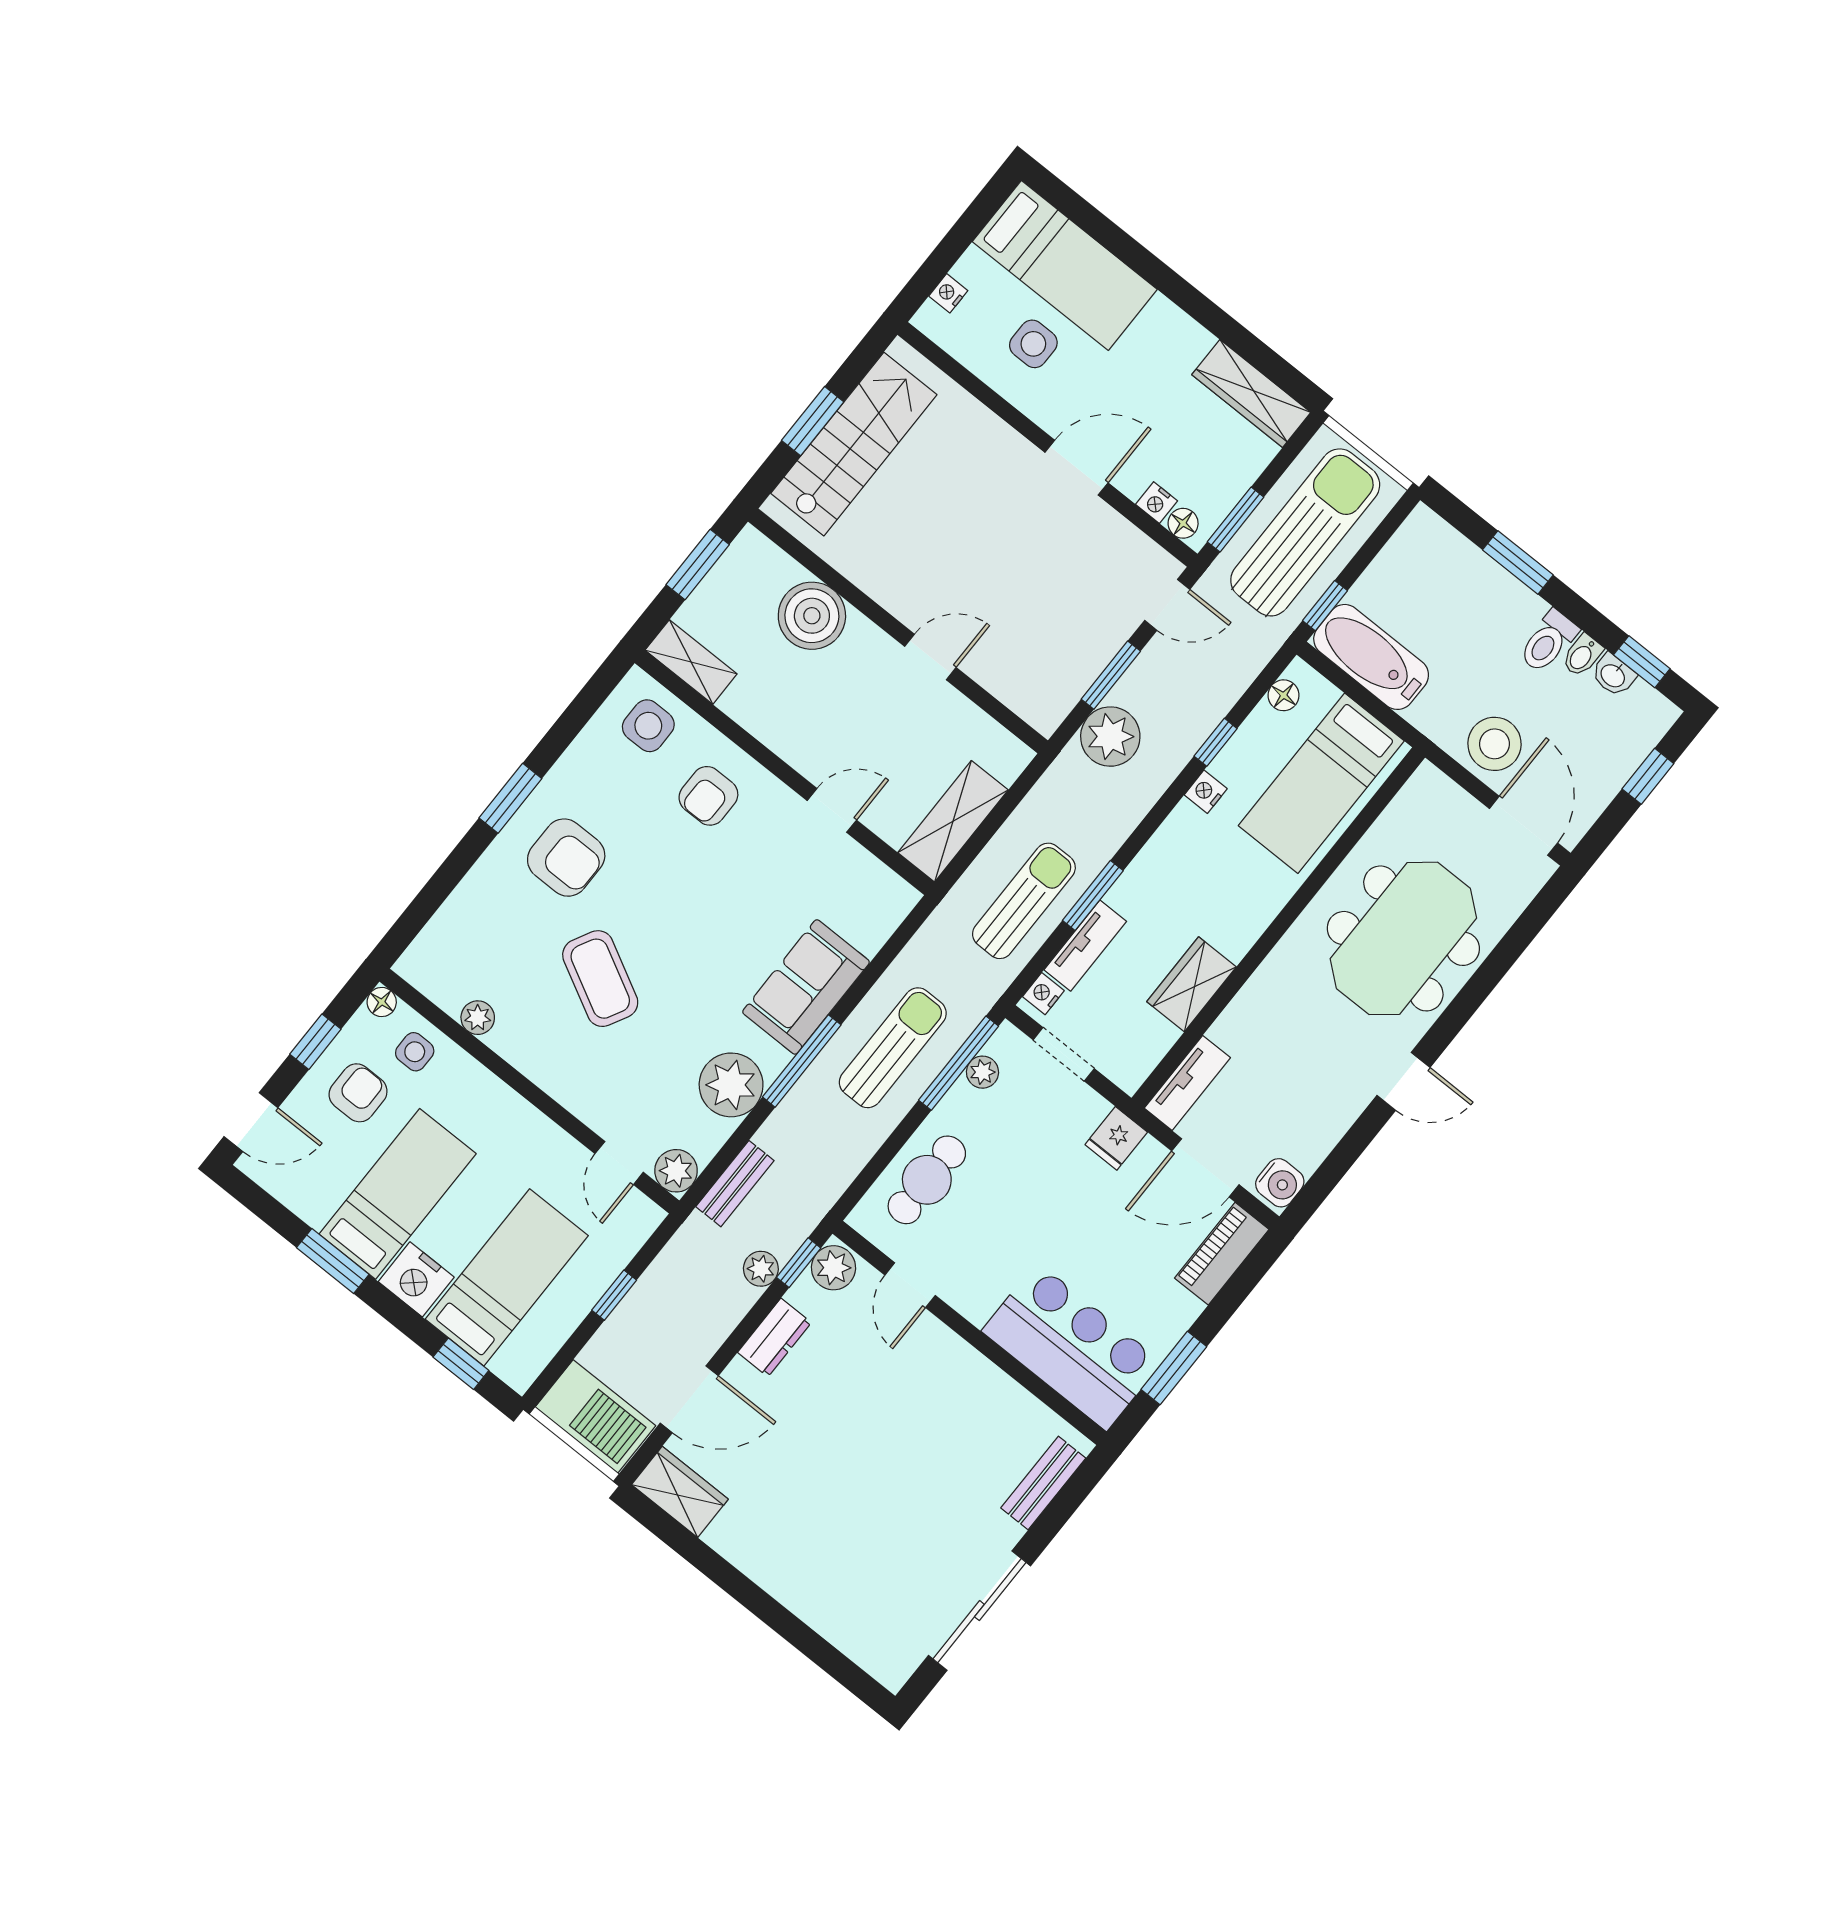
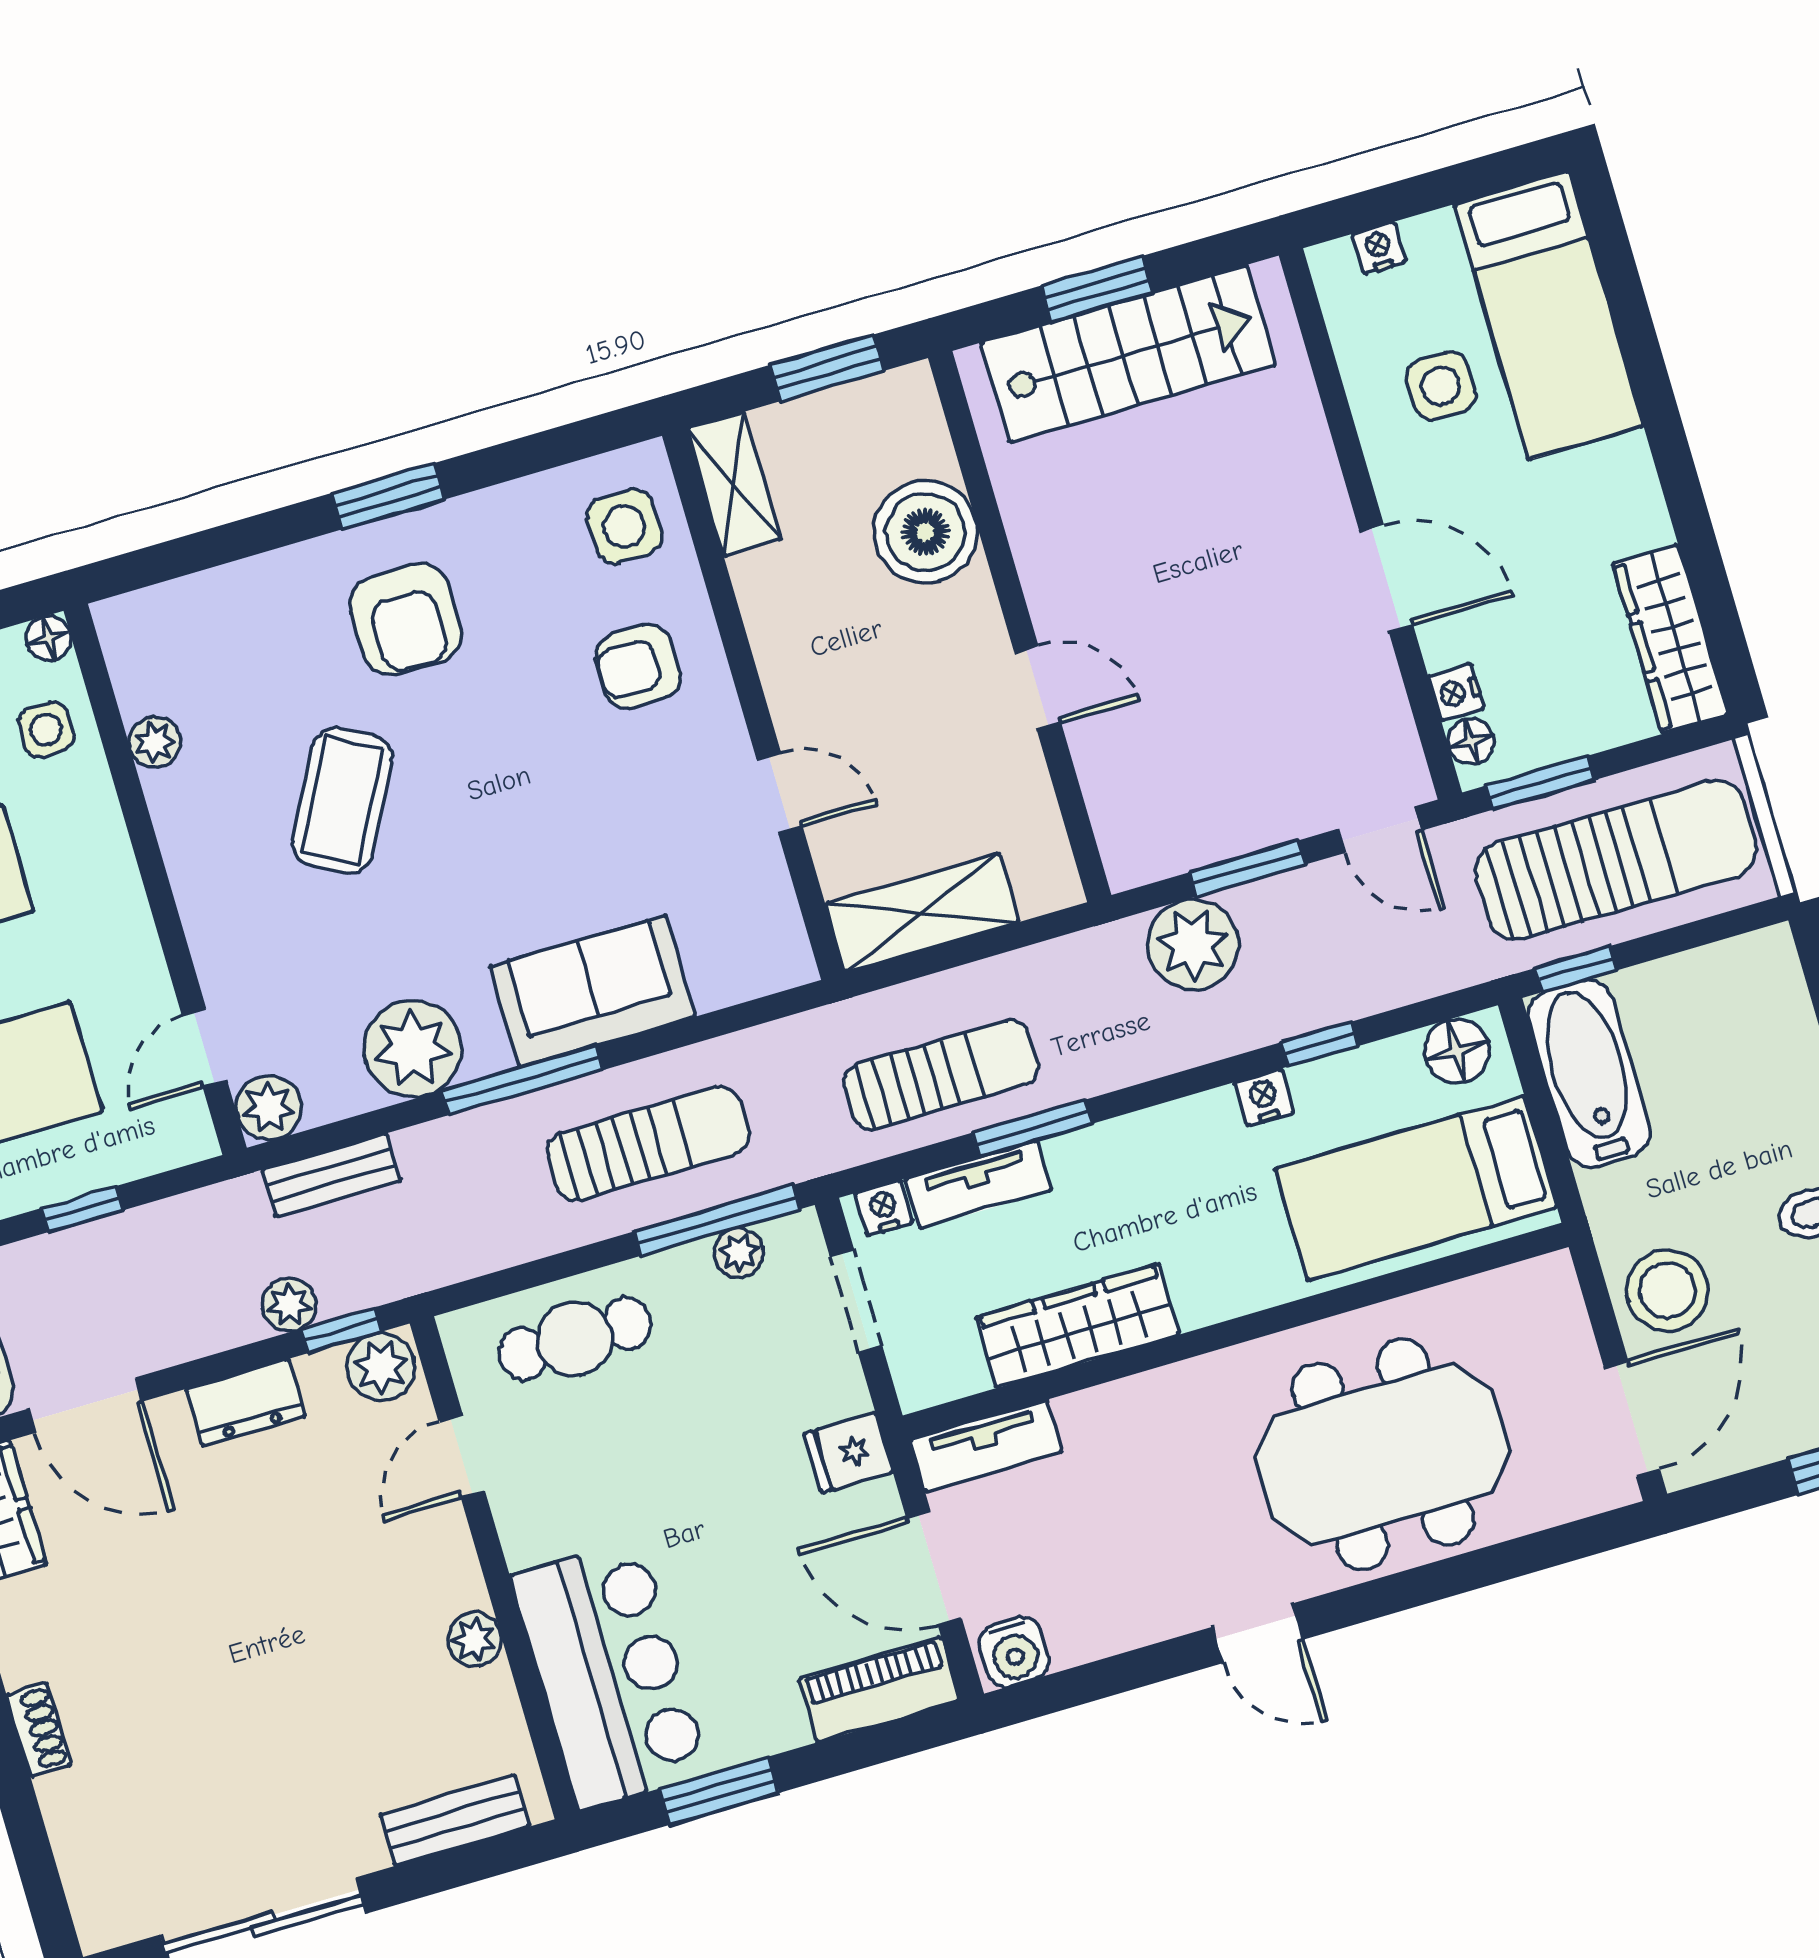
floor lamp: (1284, 695) -> (1457, 1051), width x1.37, depth x1.37
wardrobe: (1191, 984) -> (1077, 1326), width x1.50
plant: (986, 1379) -> (474, 1640), added
shoe rack: (786, 1591) -> (38, 1730), added

